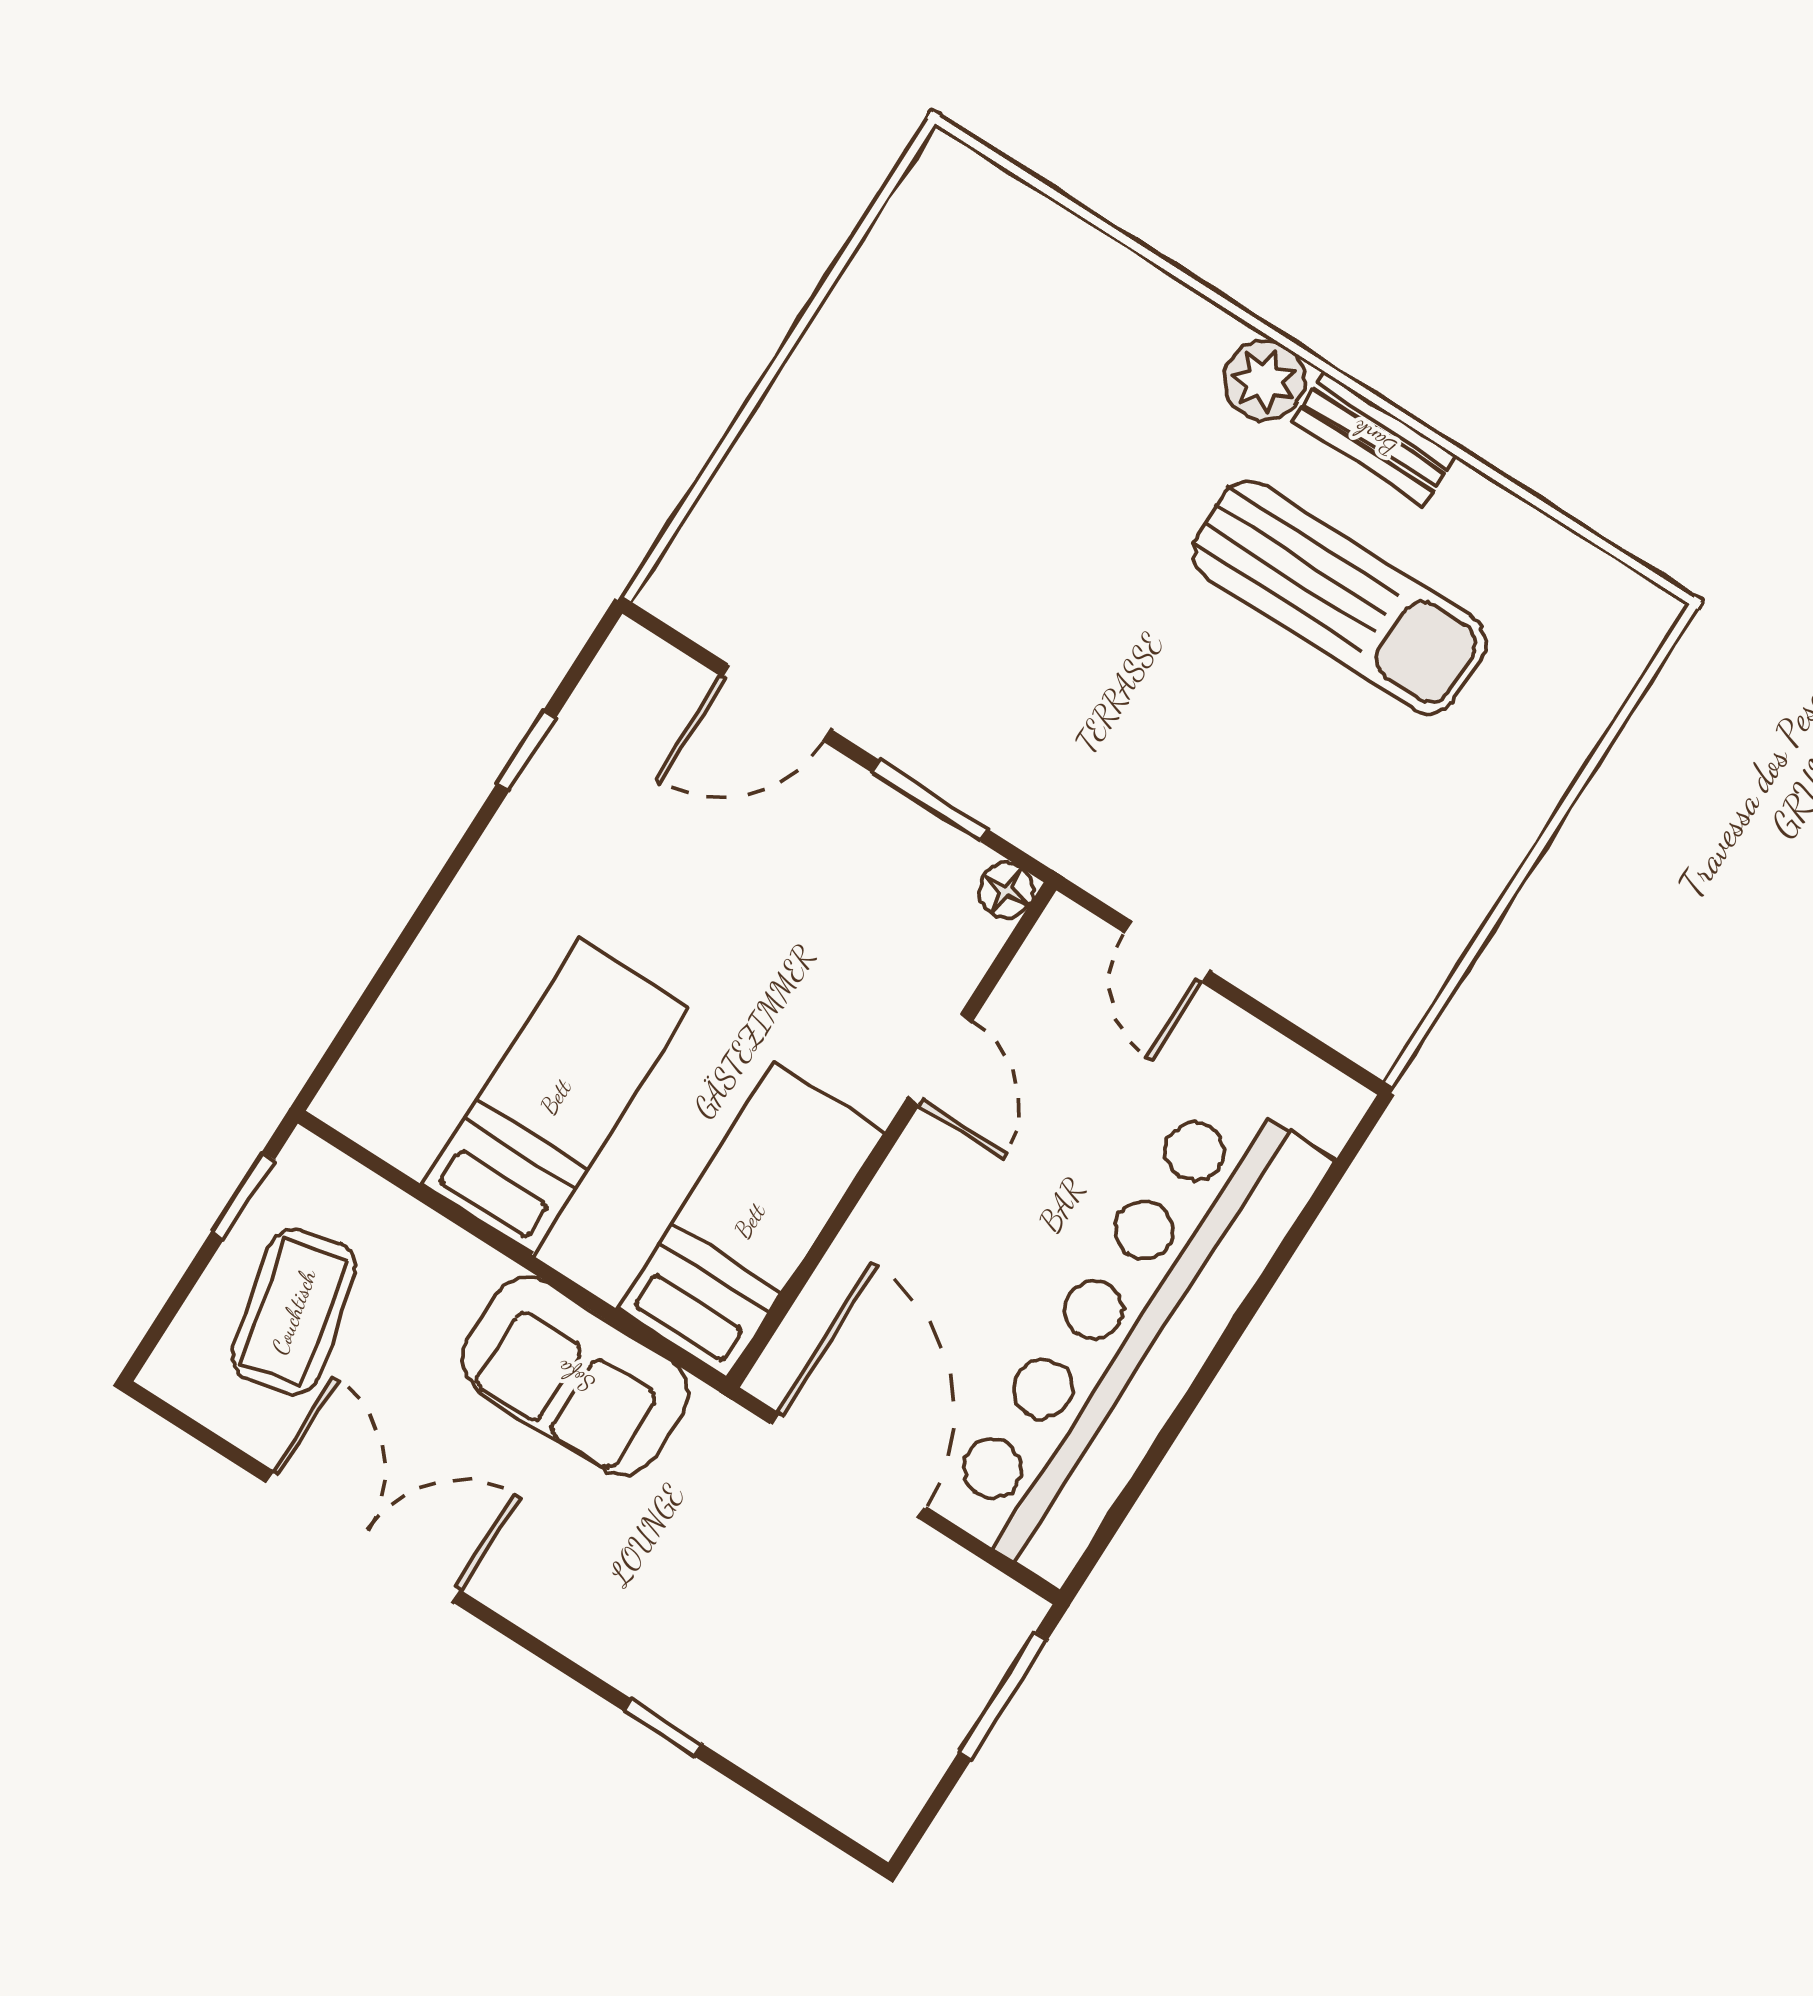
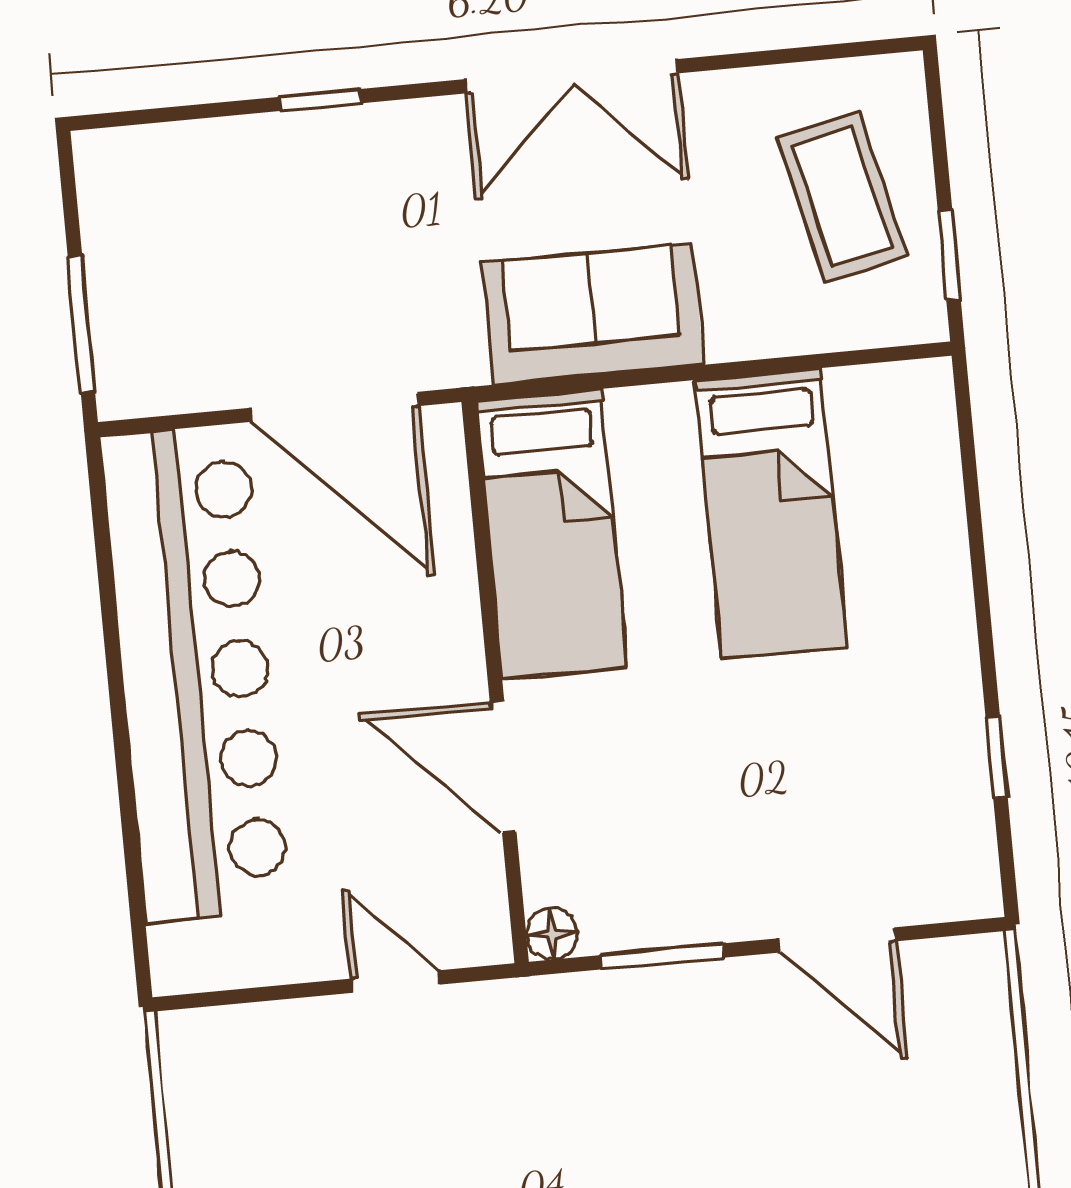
door: (776, 703) -> (837, 940), swing flipped
door: (940, 1060) -> (503, 767), width x1.38
double door: (363, 1537) -> (571, 76), moved

